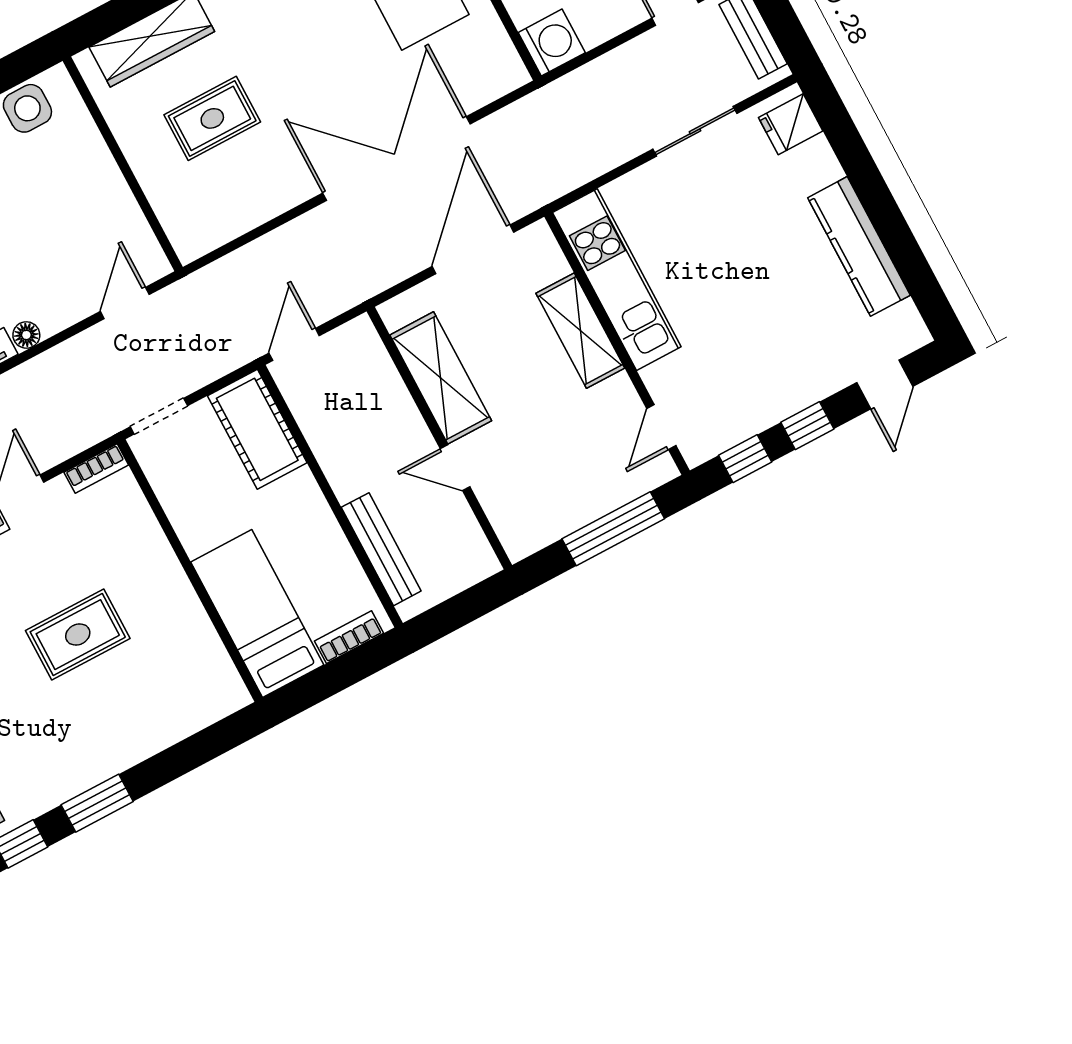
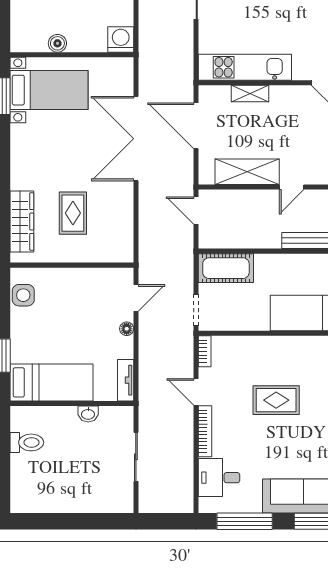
door: (125, 303) -> (136, 298), swing flipped
shelving: (580, 331) -> (250, 94), width x0.67, depth x0.75
floor lamp: (26, 335) -> (127, 329), moved
door: (294, 344) -> (196, 211), moved
rug: (78, 635) -> (276, 400), turned 90

